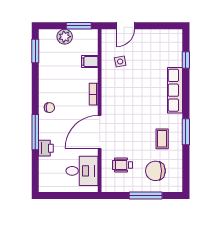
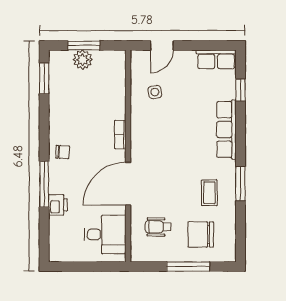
window: (79, 26) -> (84, 45), moved
row of seats: (167, 36) -> (216, 59), added
filing cabinet: (90, 62) -> (115, 92), removed

